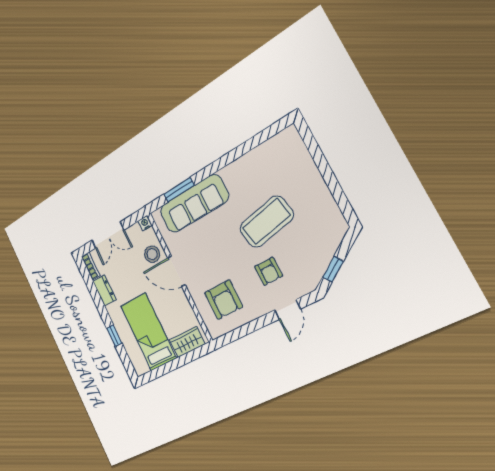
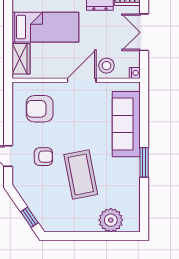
plant: (297, 162) -> (111, 220), added
window: (179, 190) -> (144, 162), moved
window: (333, 269) -> (29, 217), moved
armchair: (268, 271) -> (43, 157), turned 180

